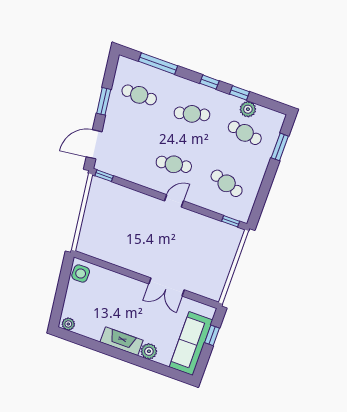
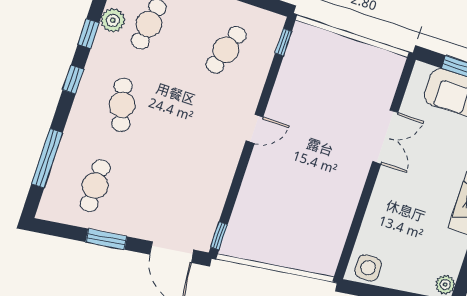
cafe table: (174, 164) -> (199, 131), removed
door: (174, 201) -> (255, 129), swing flipped

